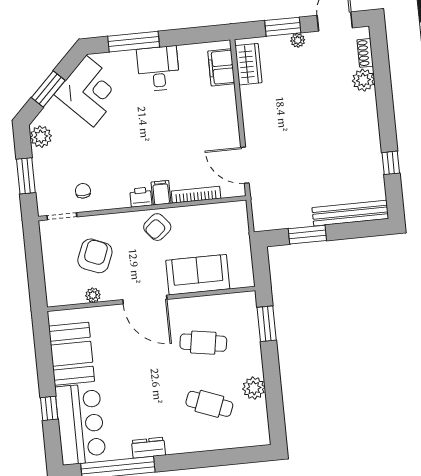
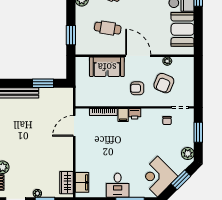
door: (245, 165) -> (74, 126), swing flipped
armchair: (157, 227) -> (137, 88), moved, turned -140

